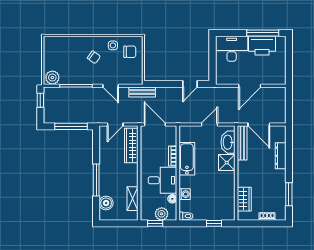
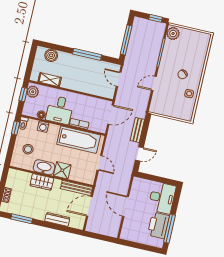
chair: (130, 52) -> (180, 107), removed
door: (190, 84) -> (139, 154), swing flipped
bench: (142, 92) -> (137, 130), moved
washbasin: (228, 142) -> (44, 167), moved
wardrobe: (131, 145) -> (97, 89), removed
bathtub: (187, 159) -> (79, 140), width x1.36, depth x1.36
window: (96, 180) -> (87, 54), moved
wardrobe: (244, 199) -> (42, 182), moved
stool: (213, 205) -> (28, 149), added
plant: (162, 214) -> (33, 92), moved
window: (214, 223) -> (15, 128), moved

